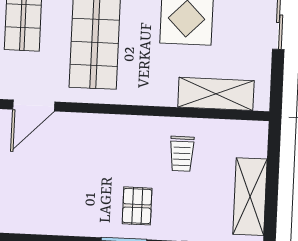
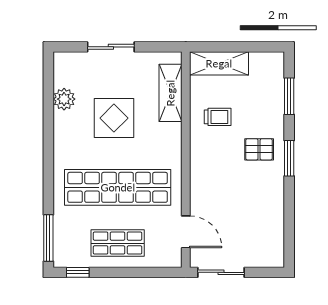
shelving: (250, 197) -> (219, 63), moved

